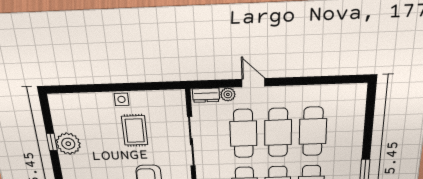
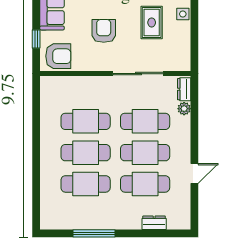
door: (253, 83) -> (194, 173), moved
dresser: (357, 121) -> (154, 223), added
rug: (135, 131) -> (152, 22), turned 90

